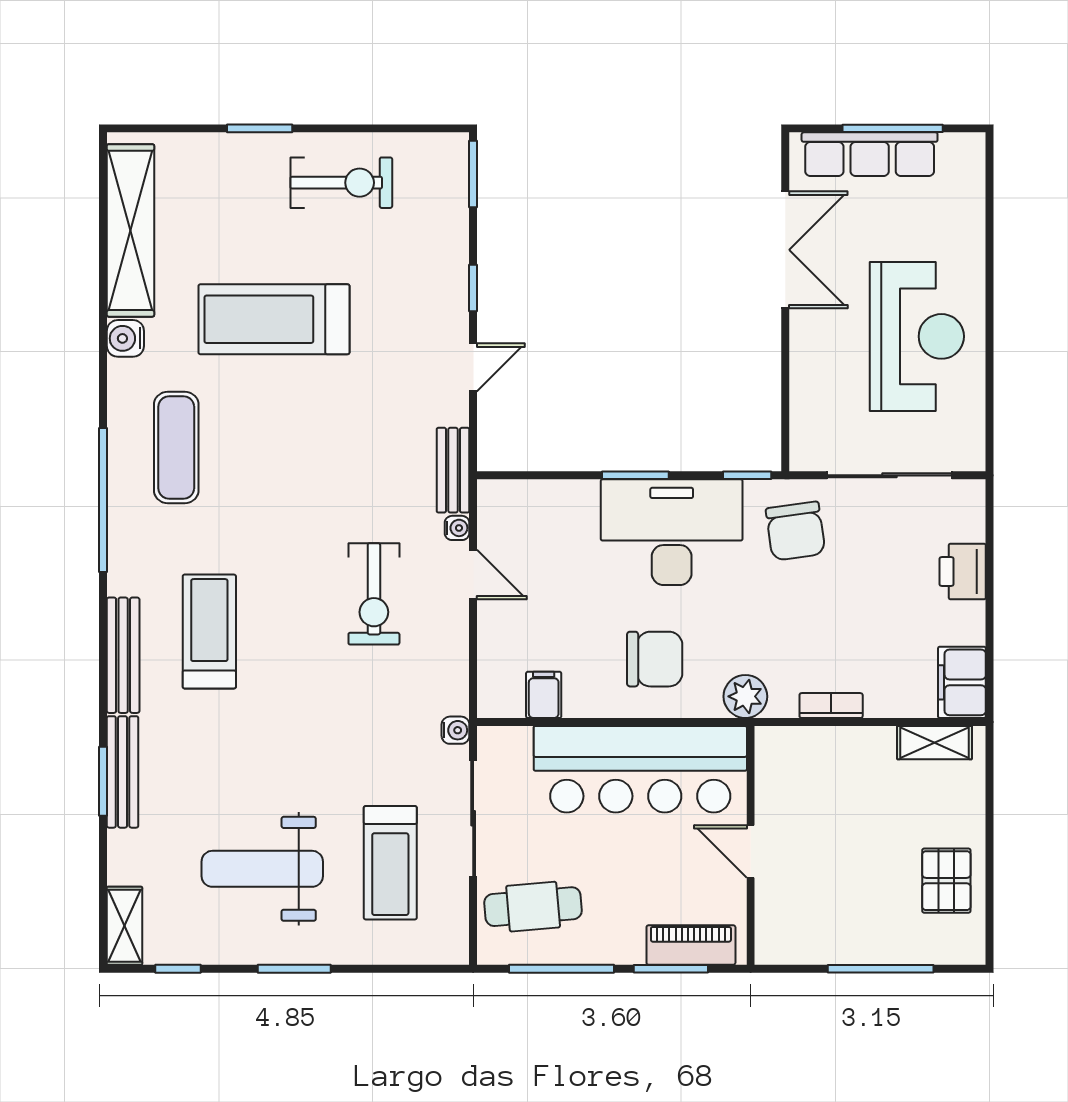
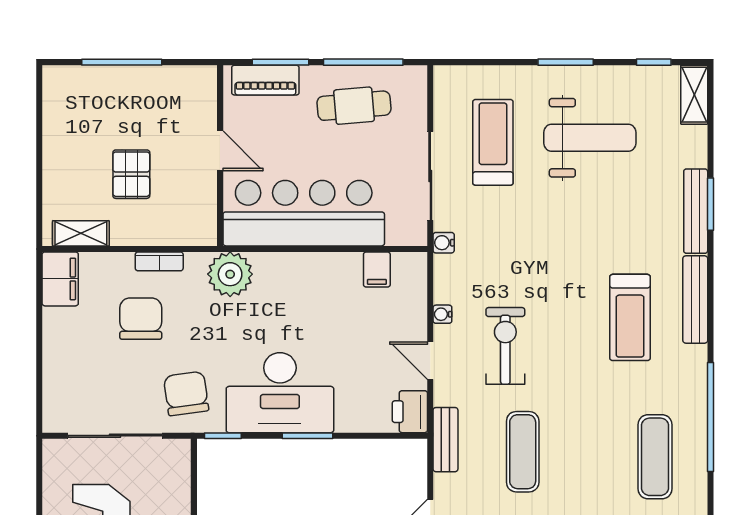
exercise mat: (351, 454) -> (523, 452), added
water cooler: (457, 528) -> (442, 314), moved
printer: (963, 571) -> (410, 412), moved, turned 180
chair: (655, 659) -> (141, 319), moved, turned 90
plant: (745, 696) -> (230, 274), width x1.36, depth x1.36
pallet: (946, 881) -> (131, 174), moved
cafe table: (533, 907) -> (354, 106), moved

